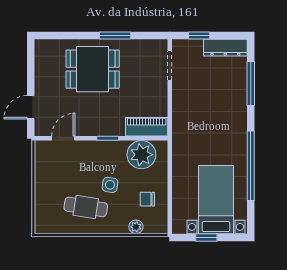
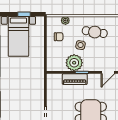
piano: (147, 127) -> (75, 79), moved
plant: (141, 155) -> (74, 63), moved

